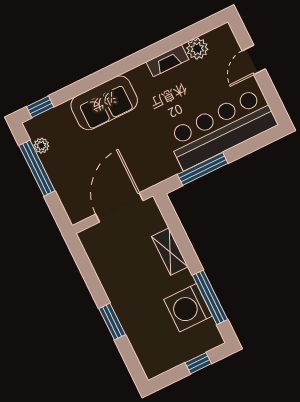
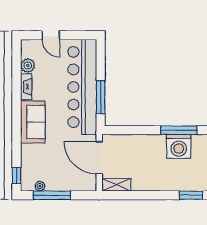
sofa: (104, 103) -> (33, 122), moved
bar counter: (222, 129) -> (82, 87), width x1.36
shelving: (170, 252) -> (116, 185), moved
window: (112, 322) -> (191, 195), moved

